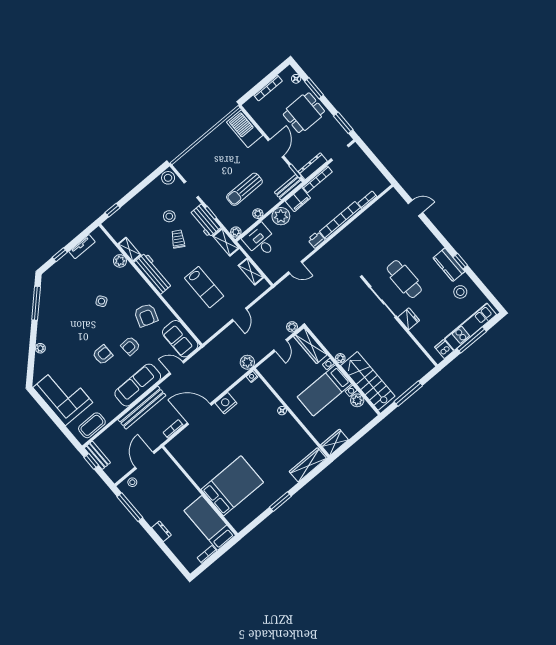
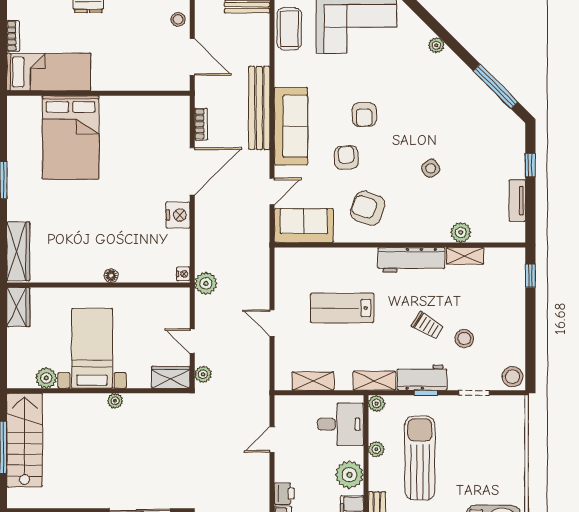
sun lounger: (244, 189) -> (420, 458), width x1.36, depth x1.34
wardrobe: (310, 346) -> (171, 377), width x0.67
stairs: (368, 381) -> (25, 440), moved, turned -90

